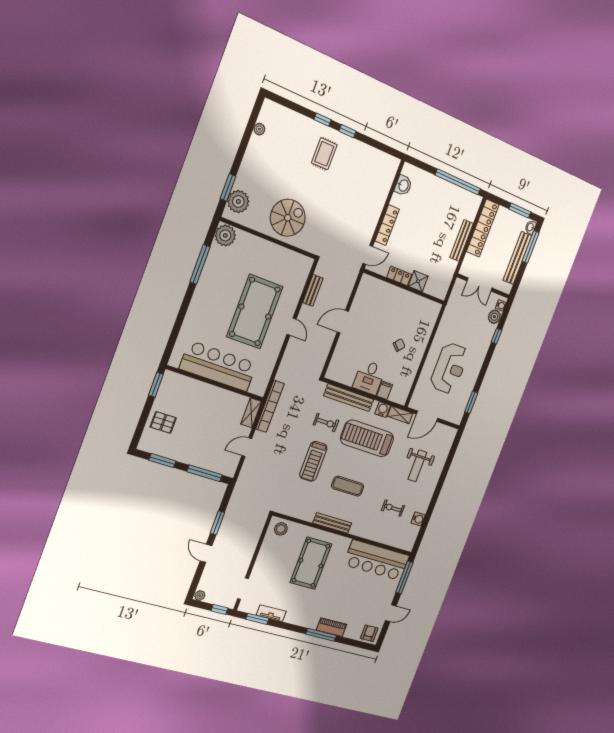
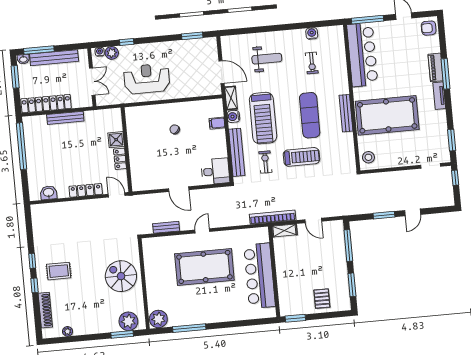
shoe rack: (292, 117) -> (45, 310), added
reception desk: (449, 368) -> (147, 79), moved
desk: (369, 377) -> (215, 171), moved
exercise mat: (348, 486) -> (310, 115), width x1.36, depth x1.45
pool table: (311, 563) -> (387, 115), width x1.36, depth x1.32
plant: (200, 596) -> (449, 201), removed
tv unit: (271, 613) -> (439, 96), moved

